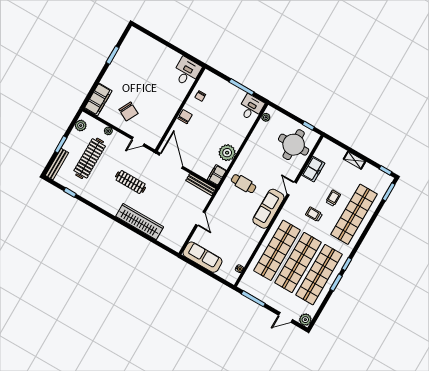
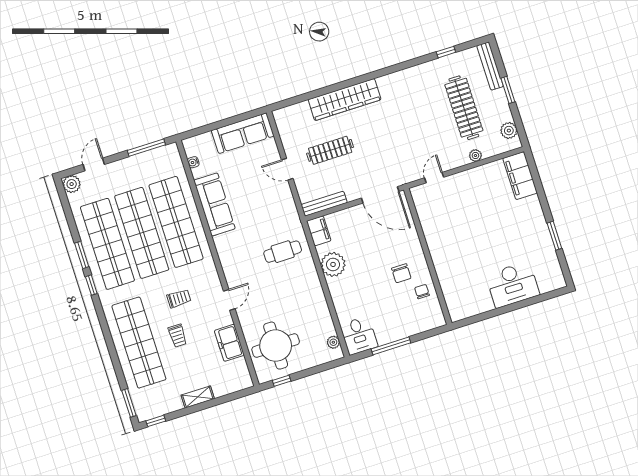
desk: (187, 72) -> (513, 285), moved, width x1.37
chair: (128, 111) -> (477, 197), removed
chair: (185, 117) -> (401, 273), moved
clothes rail: (131, 182) -> (330, 150), moved
door: (292, 188) -> (229, 300), hinge flipped
sofa: (268, 209) -> (214, 204), moved

